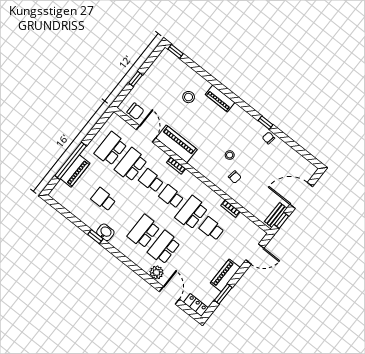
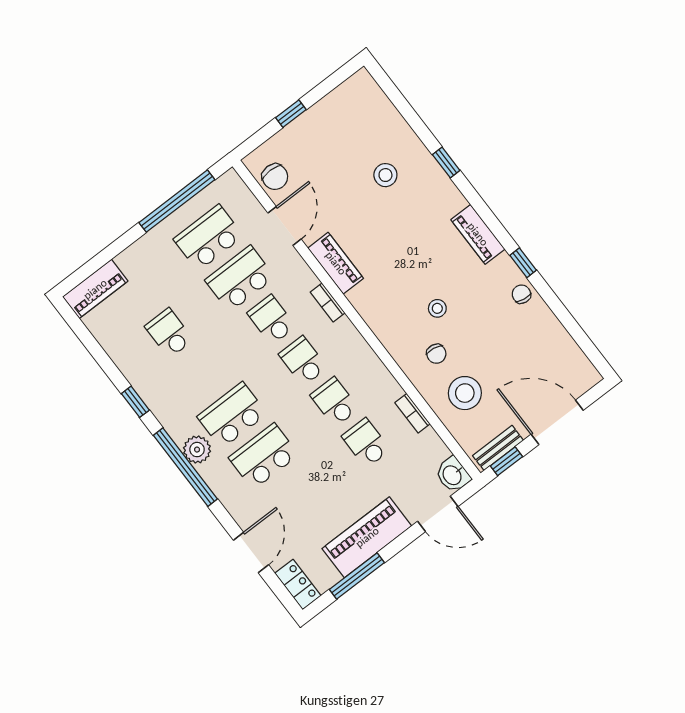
window: (176, 51) -> (446, 162), moved
piano: (220, 98) -> (478, 234), moved
piano: (177, 144) -> (336, 263), width x0.73, depth x0.75
window: (71, 161) -> (177, 201), moved
piano: (75, 171) -> (95, 289), moved
stool: (253, 193) -> (465, 393), added
school desk: (191, 213) -> (335, 402), width x0.54
washbasin: (105, 232) -> (453, 475), moved, turned 180
window: (127, 262) -> (185, 467), added
plant: (157, 272) -> (197, 450), moved
piano: (225, 275) -> (367, 537), width x1.37, depth x1.33
window: (223, 294) -> (357, 576), width x1.44

